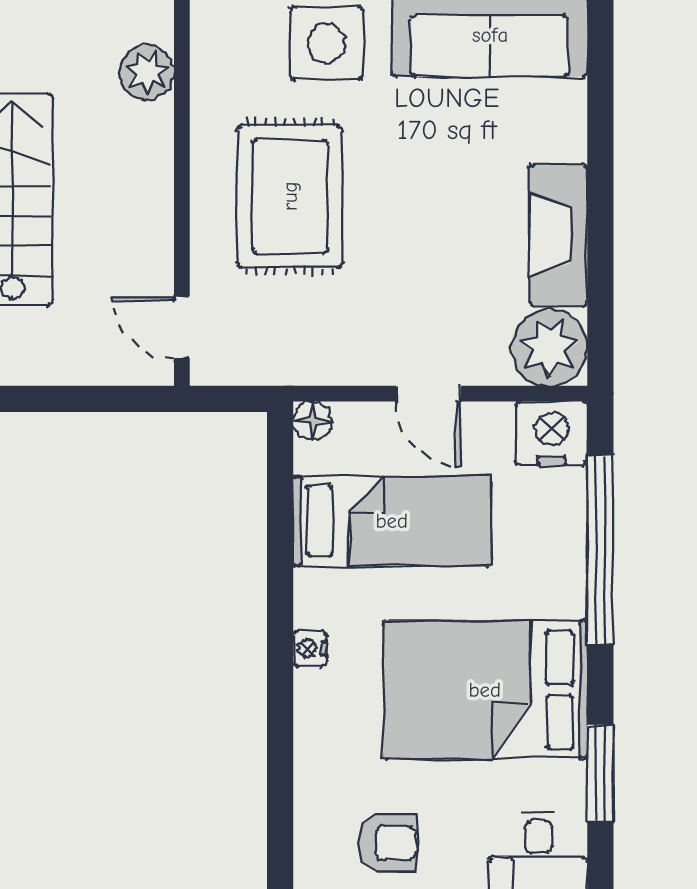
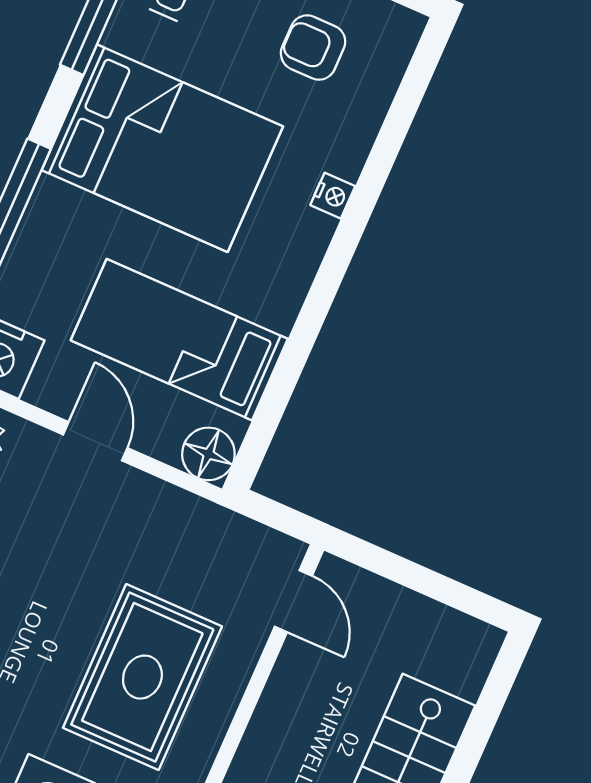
floor lamp: (312, 421) -> (208, 454), width x1.37, depth x1.37
nightstand: (310, 648) -> (333, 196), moved

